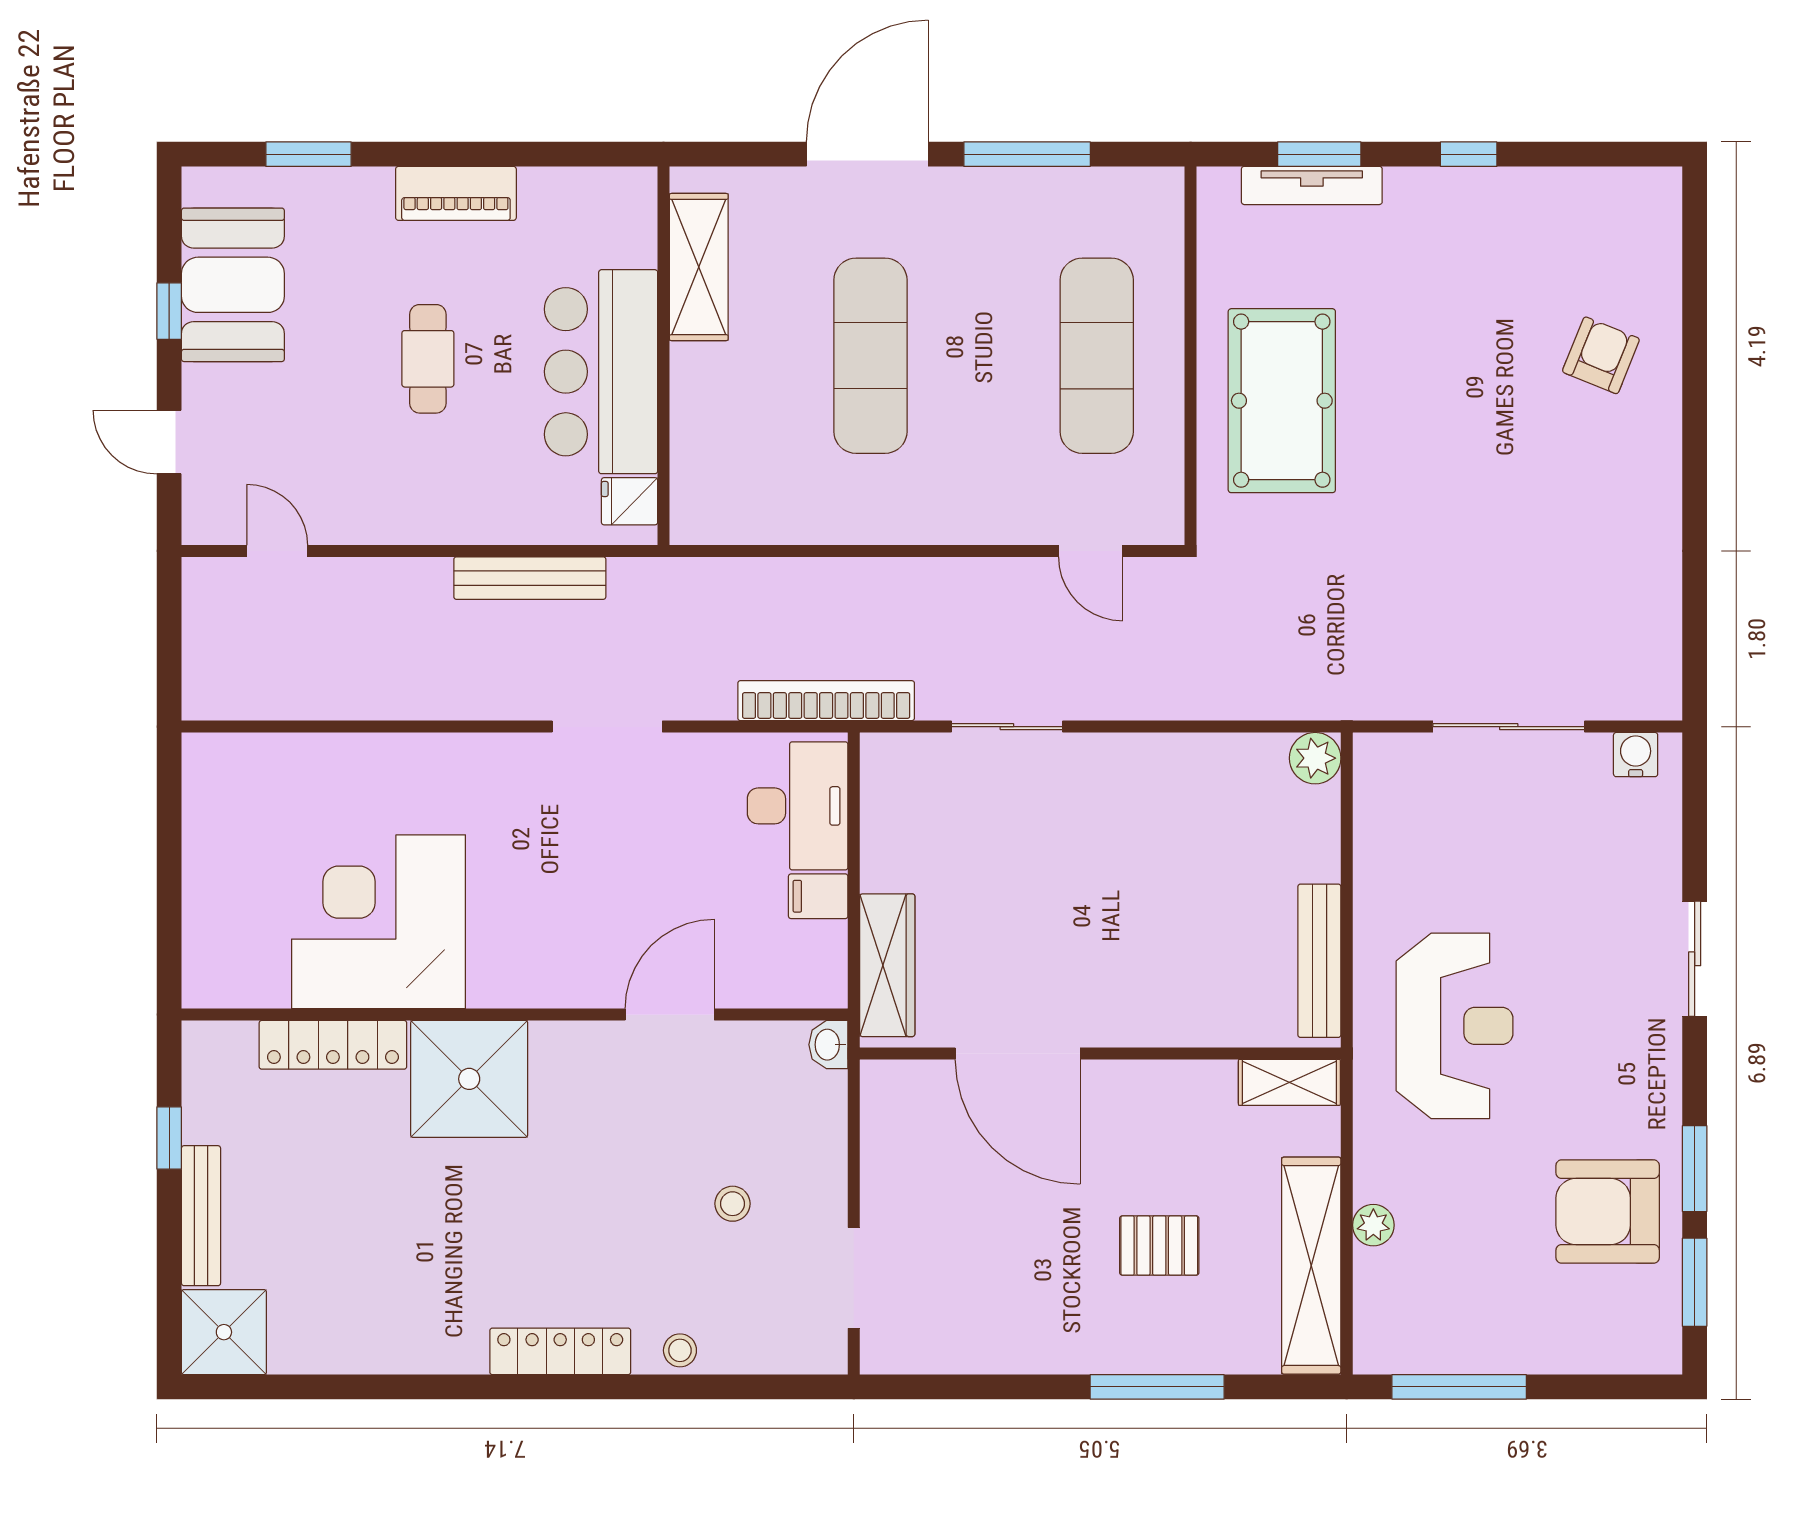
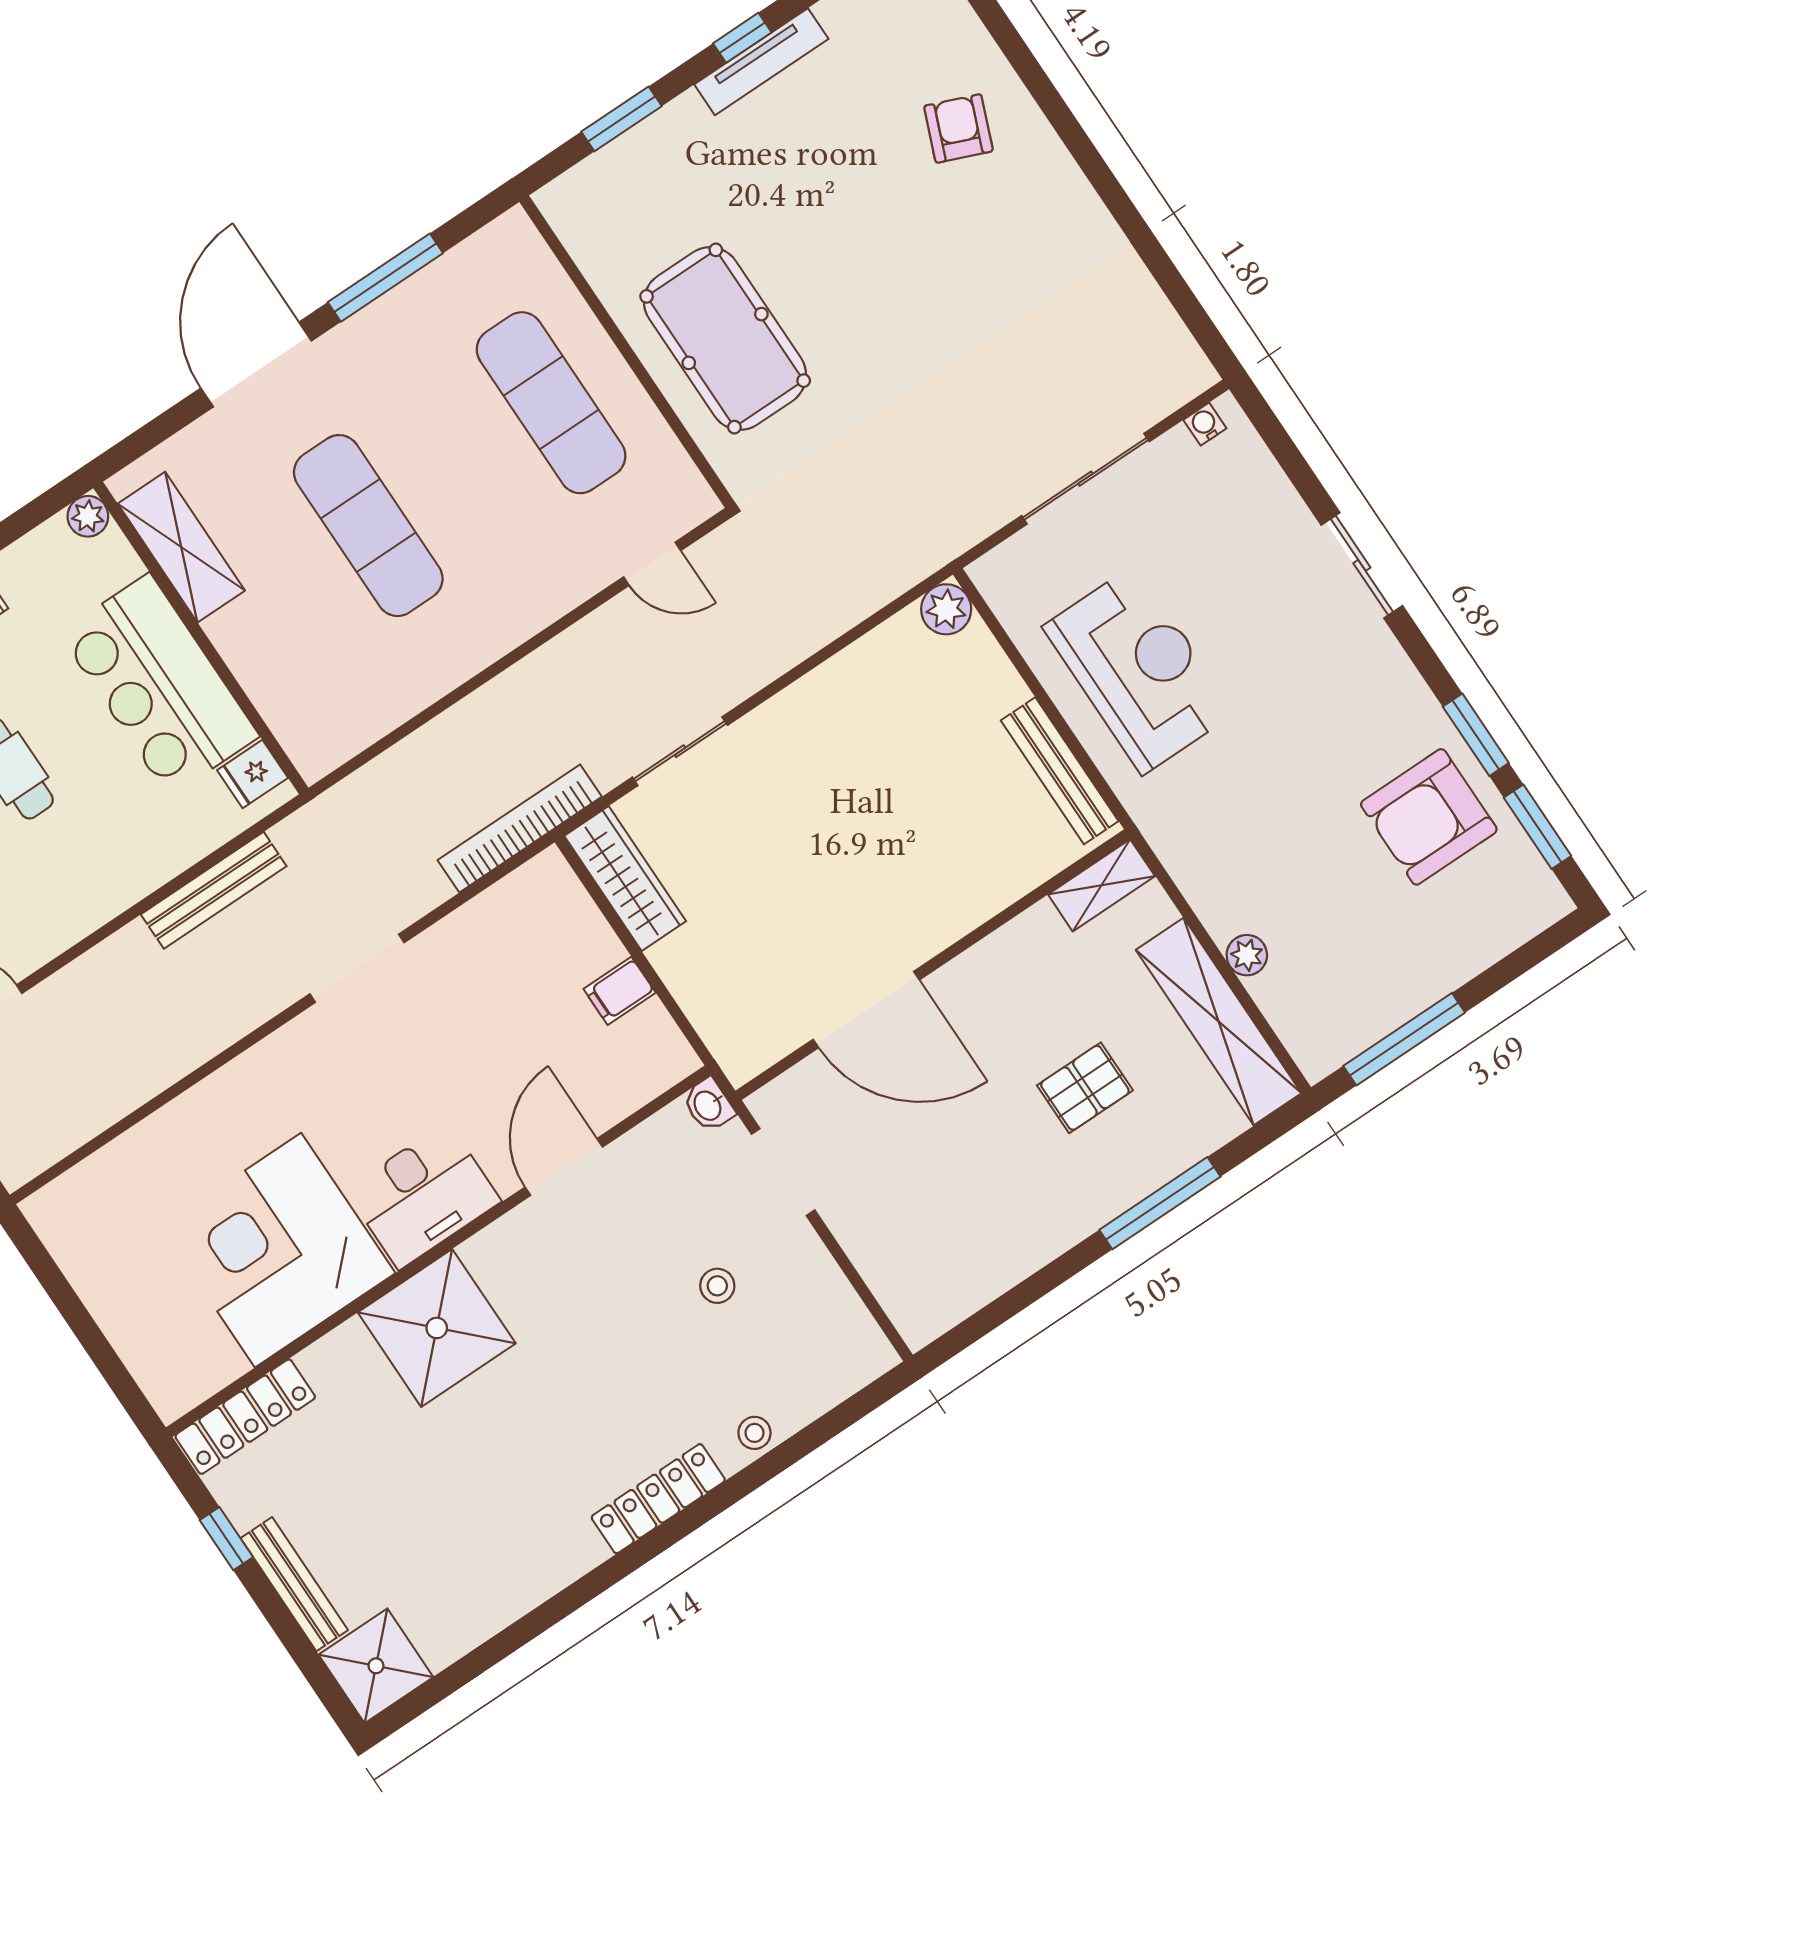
tv unit: (1312, 185) -> (761, 62), moved
plant: (637, 187) -> (88, 516), added
water cooler: (1636, 755) -> (1205, 424), width x0.72, depth x0.72
desk: (798, 806) -> (423, 1196), moved, turned 90
wardrobe: (887, 965) -> (625, 879), moved
reception desk: (1455, 1026) -> (1139, 670), moved
locker: (333, 1045) -> (245, 1417), moved
doorway: (854, 1278) -> (783, 1172), moved

